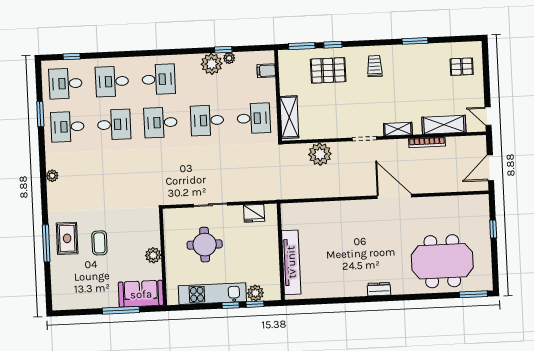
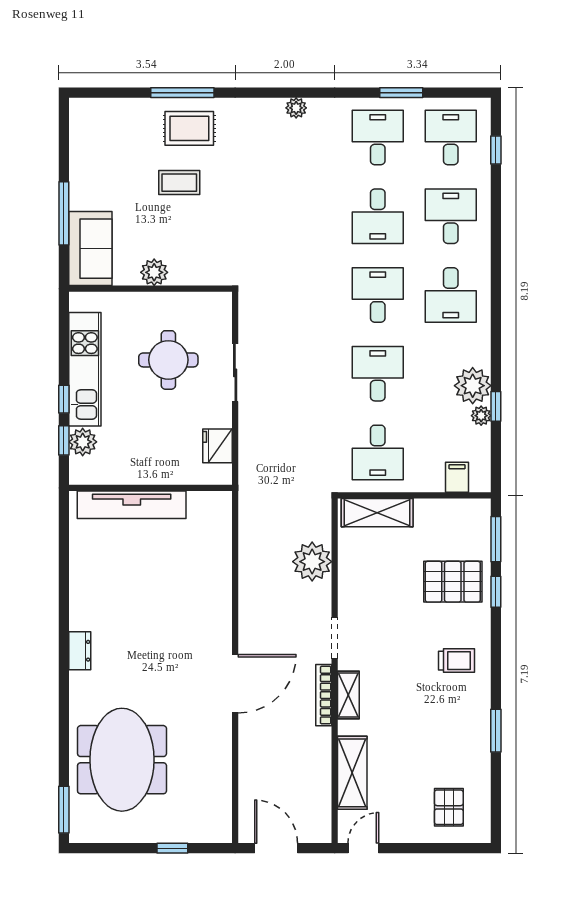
pallet: (328, 70) -> (453, 582), turned 90
bookcase: (427, 142) -> (324, 695), moved

